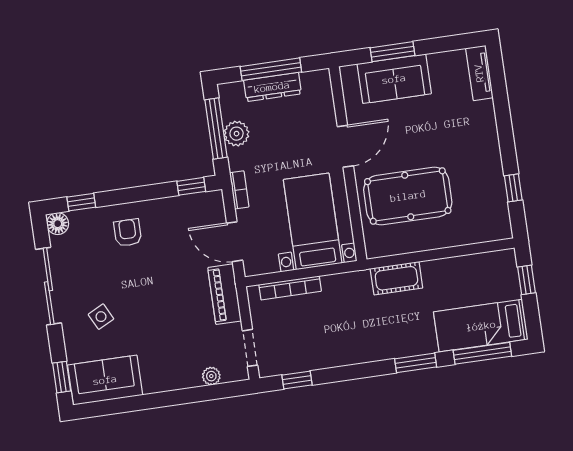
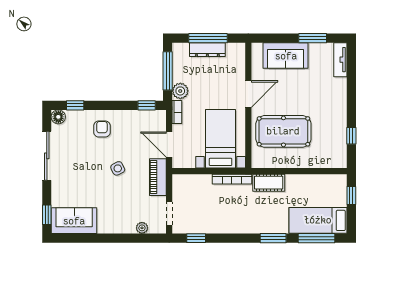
window: (393, 52) -> (313, 38), moved
plant: (237, 134) -> (180, 91), moved
bookcase: (290, 288) -> (232, 179), moved
side table: (101, 317) -> (118, 168), moved

